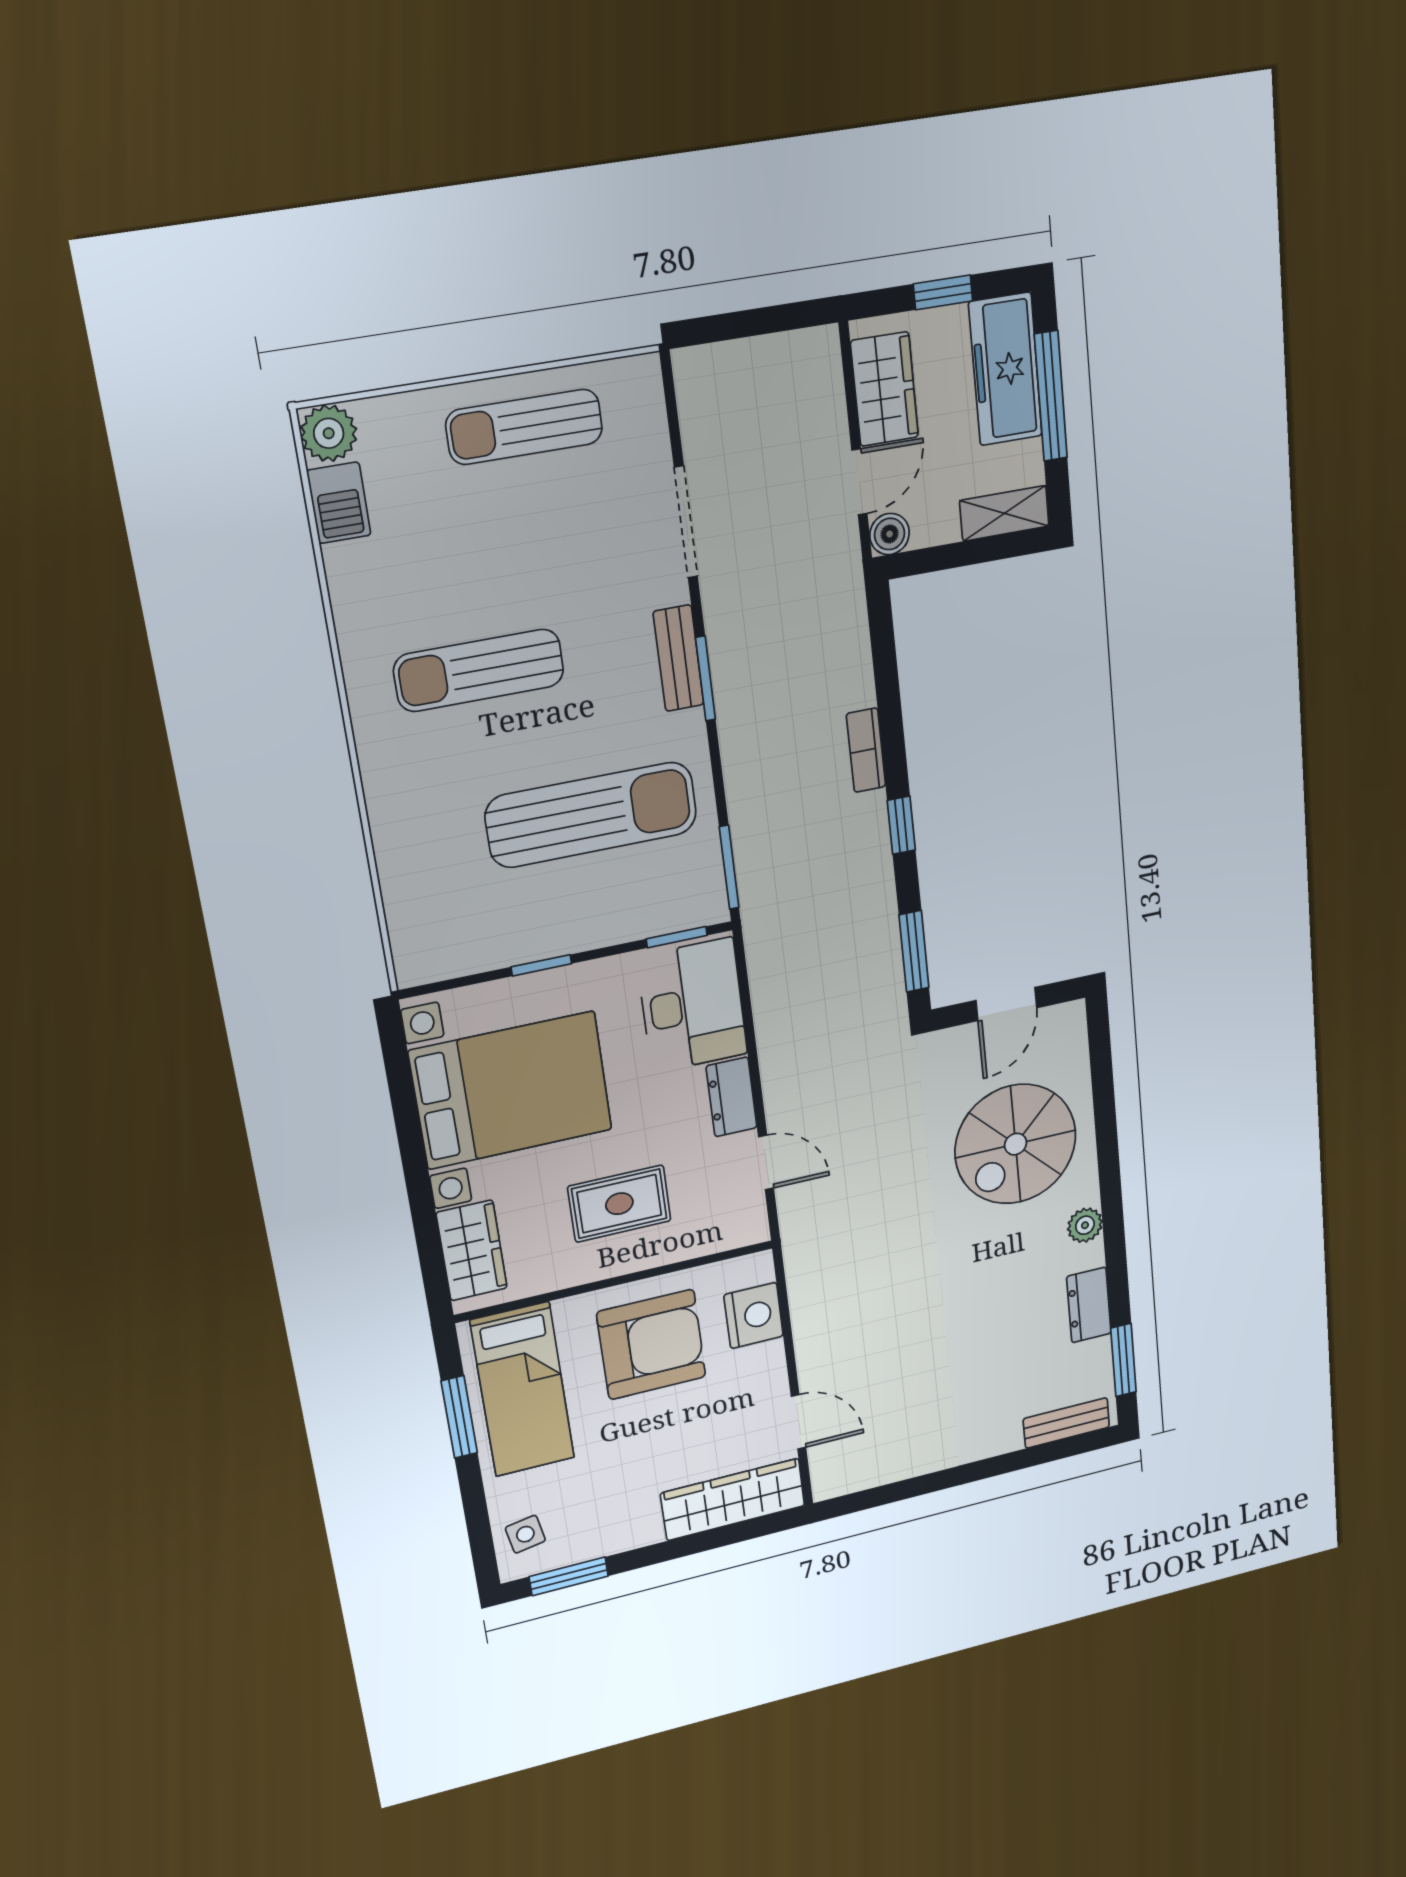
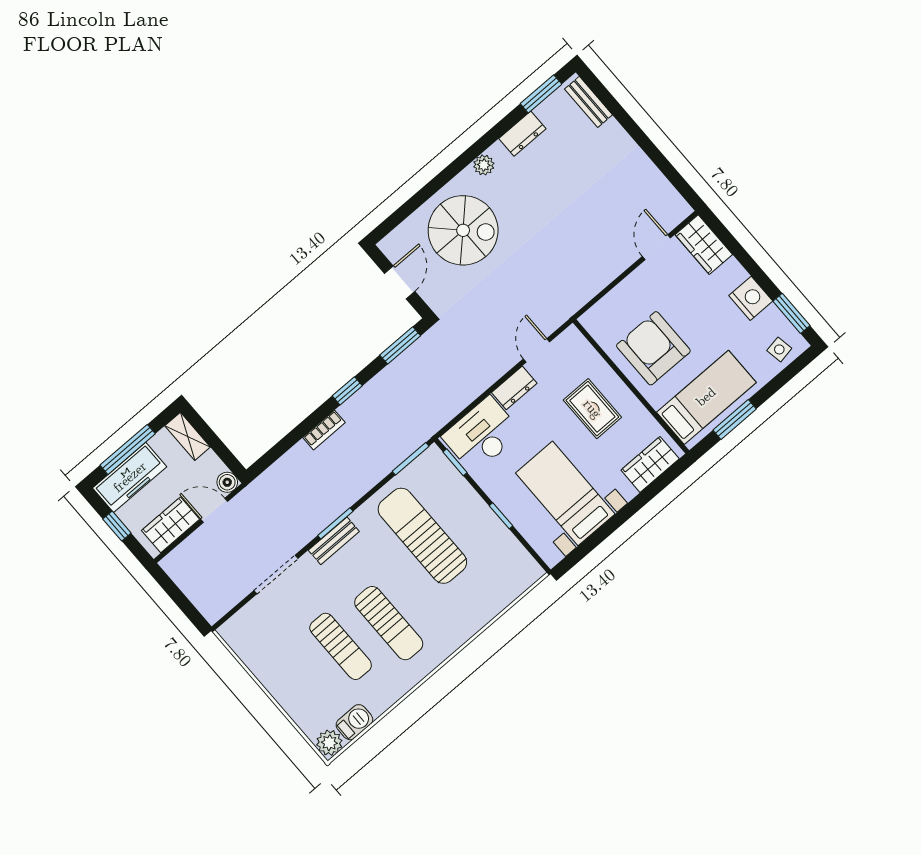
sun lounger: (524, 427) -> (341, 646), moved
door: (1006, 1004) -> (400, 282), hinge flipped
bed with nightstands: (511, 1090) -> (565, 493), width x0.73
nightstand: (754, 1315) -> (751, 298), moved, turned 90
wardrobe: (733, 1499) -> (704, 245), width x0.67

